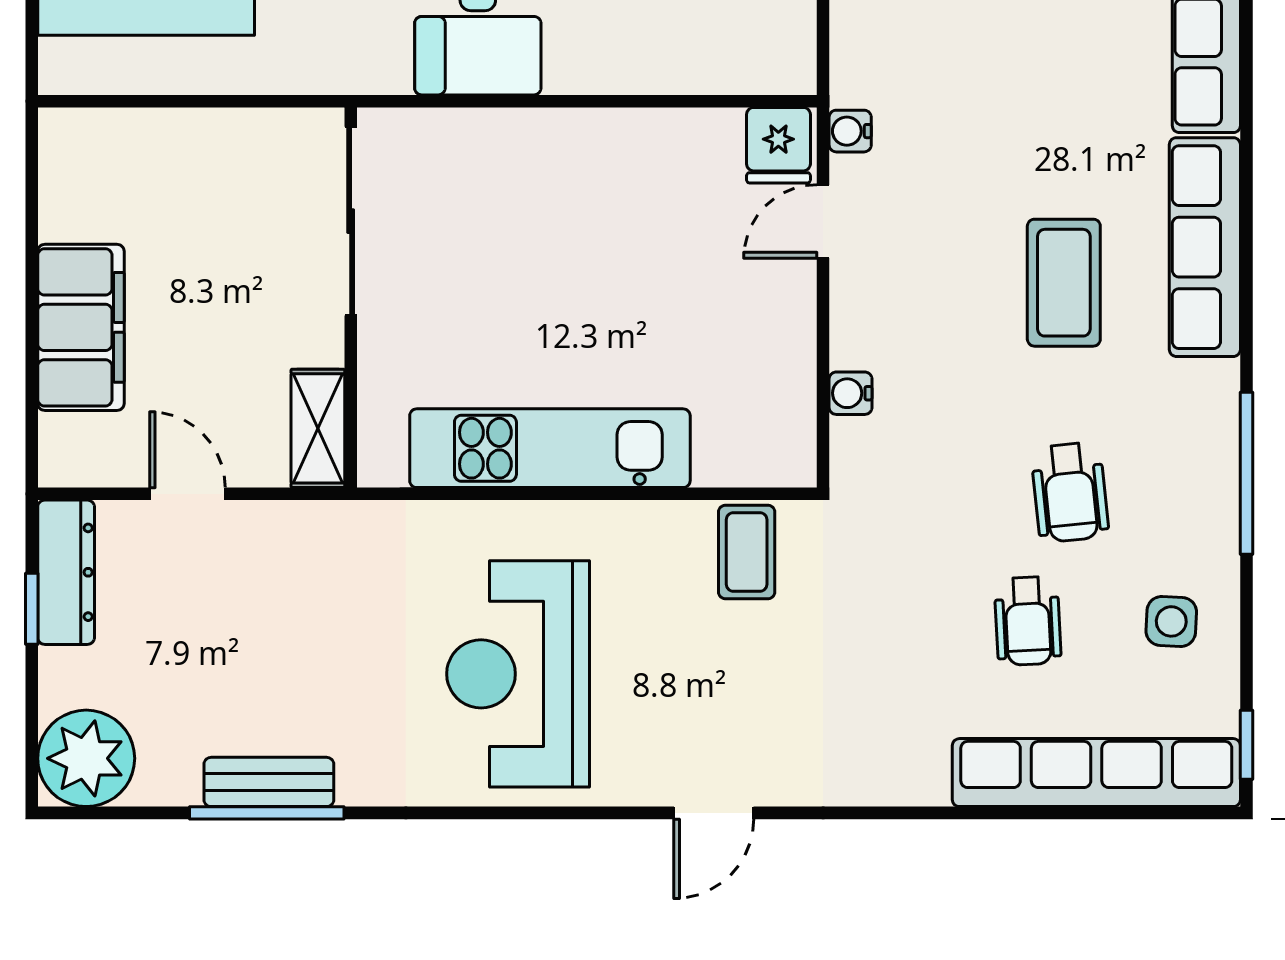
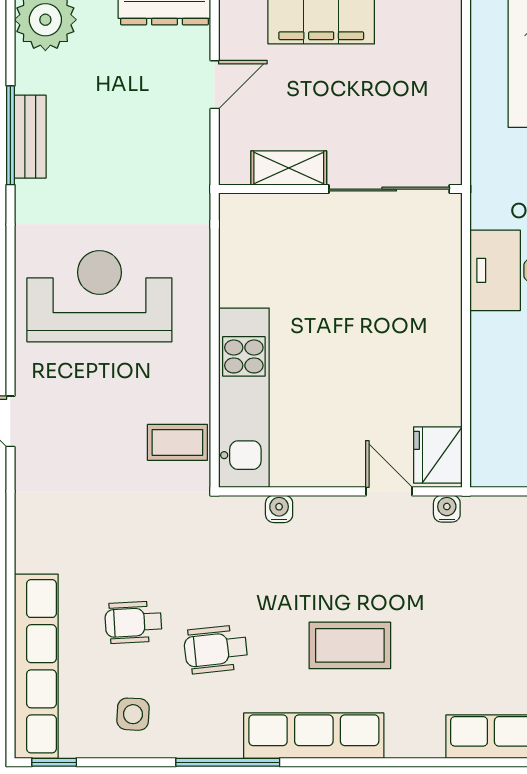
fridge: (778, 145) -> (438, 455), width x1.38
row of seats: (1205, 247) -> (314, 736), moved
shelving: (318, 428) -> (289, 168), moved
kitchen unit: (550, 448) -> (244, 398), moved

